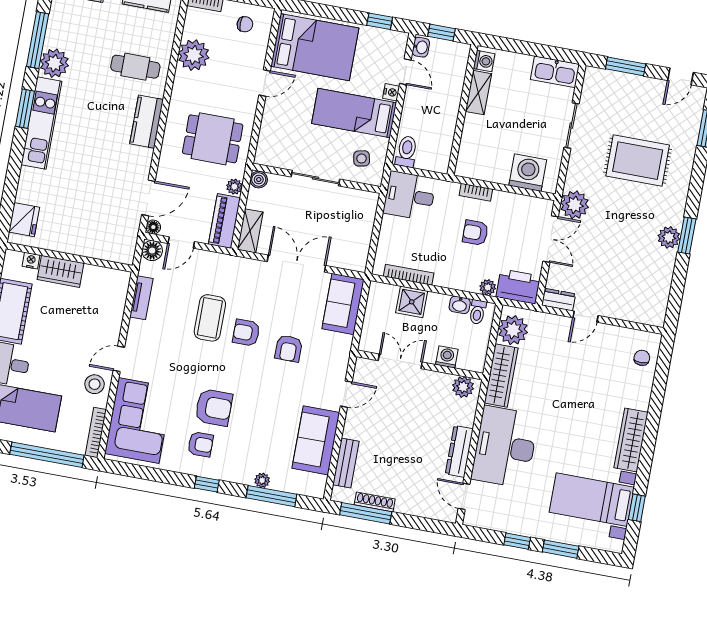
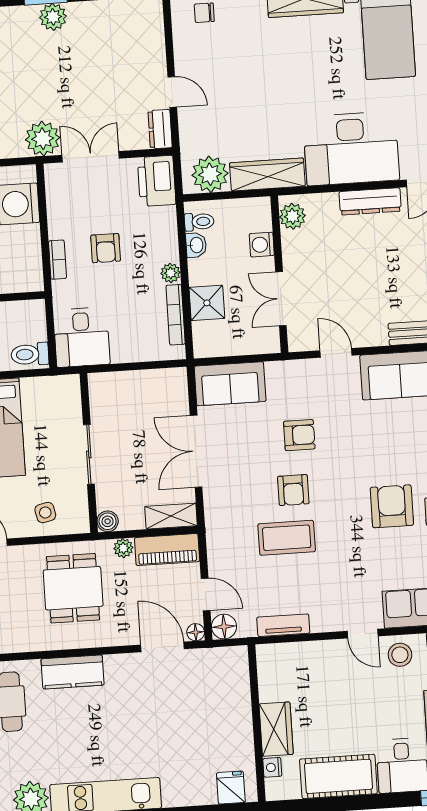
side table: (362, 158) -> (45, 513), moved
fridge: (24, 220) -> (231, 788), width x0.72
plant: (488, 287) -> (171, 273), moved

